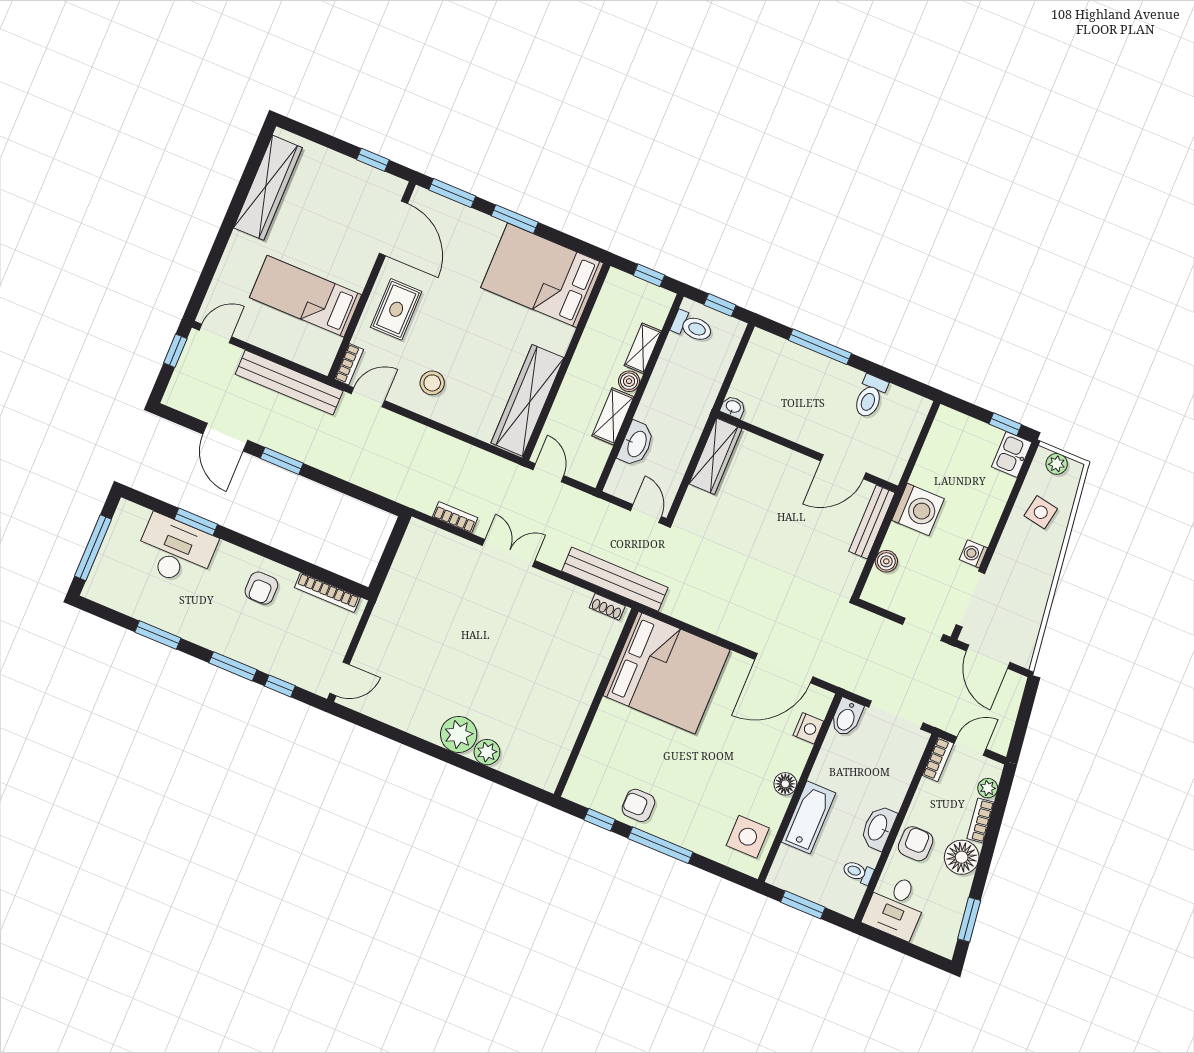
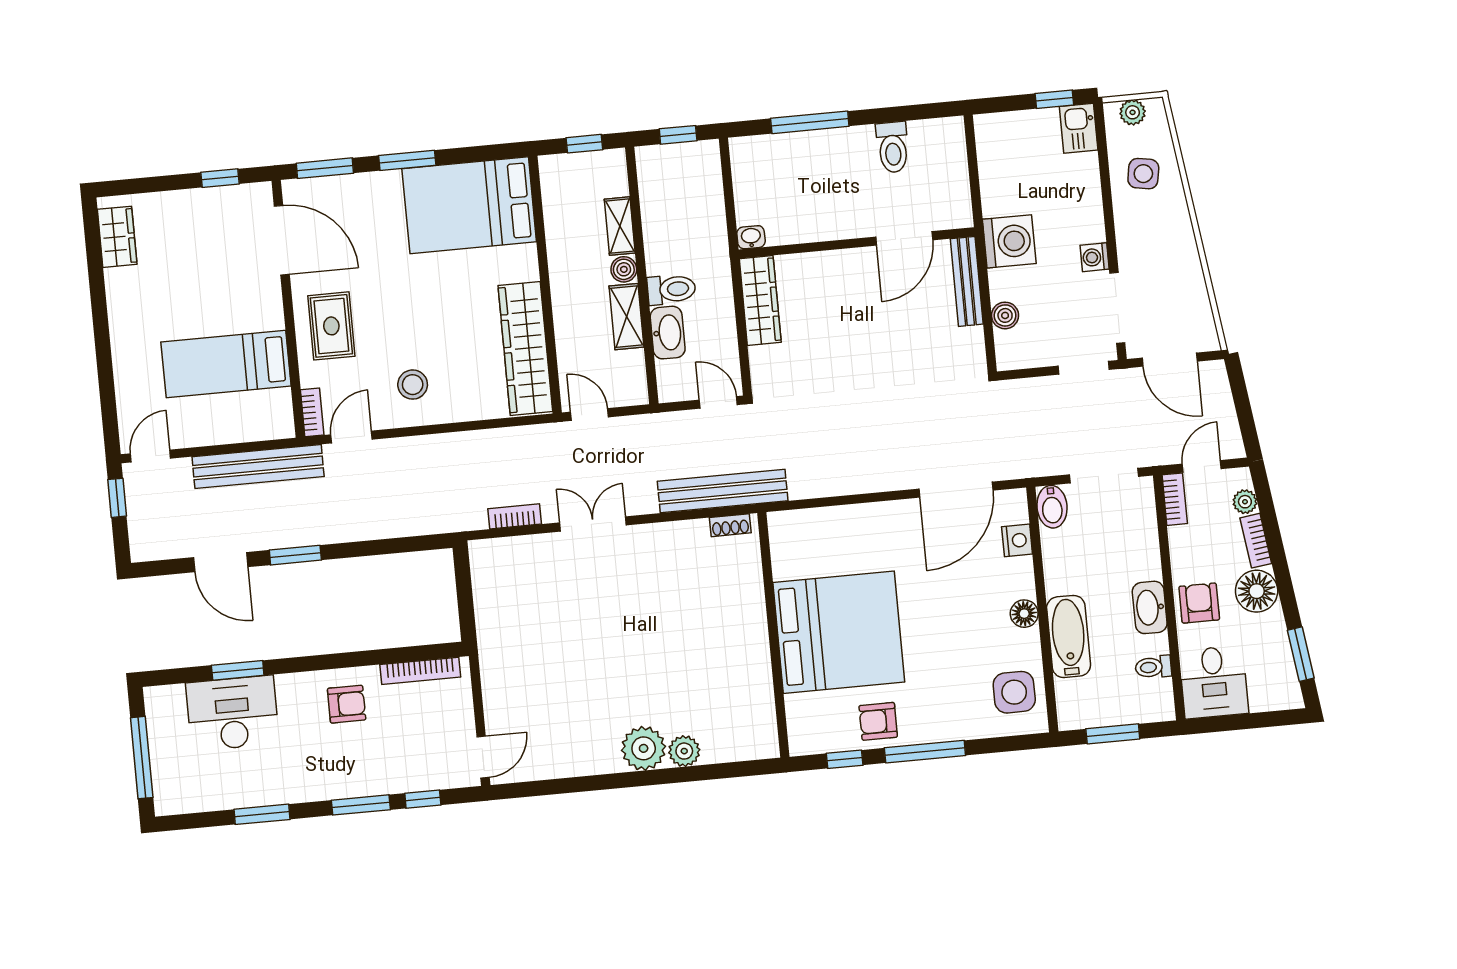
wardrobe: (268, 188) -> (117, 237), width x0.48, depth x0.85
toilet: (692, 327) -> (671, 289), moved
armchair: (261, 588) -> (347, 704), turned -90
bed: (667, 673) -> (839, 632), moved

